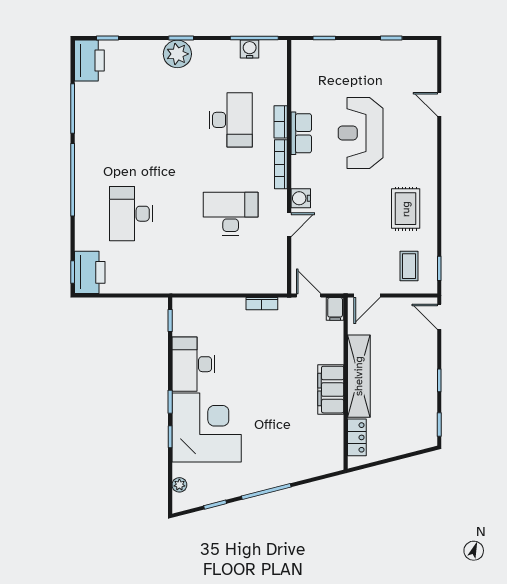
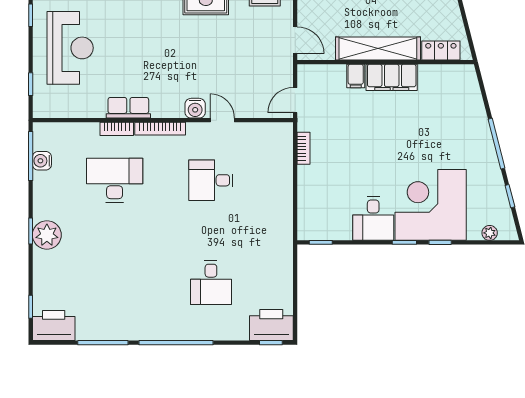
reception desk: (361, 133) -> (70, 48), moved, turned -90
desk: (131, 214) -> (211, 283), width x0.73
desk: (231, 214) -> (211, 180), width x0.73
filing cabinet: (335, 309) -> (356, 76), moved, turned 90
desk: (193, 364) -> (373, 218), width x0.73

